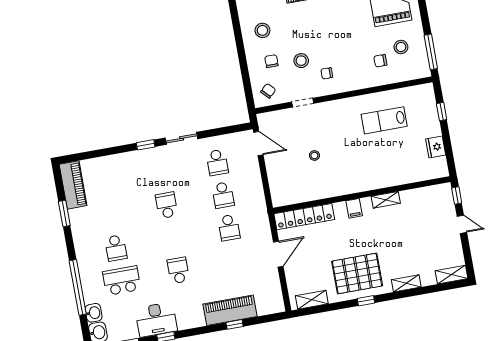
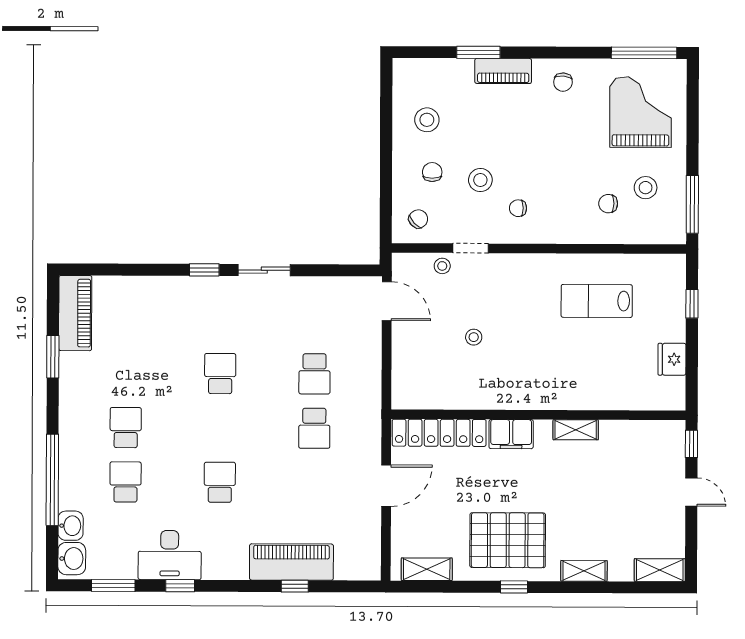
stool: (288, 116) -> (442, 266), added
school desk: (217, 162) -> (315, 320), removed
filing cabinet: (354, 208) -> (511, 434), width x2.00
school desk: (116, 248) -> (126, 428), turned 180
school desk: (122, 281) -> (126, 482), width x0.54

